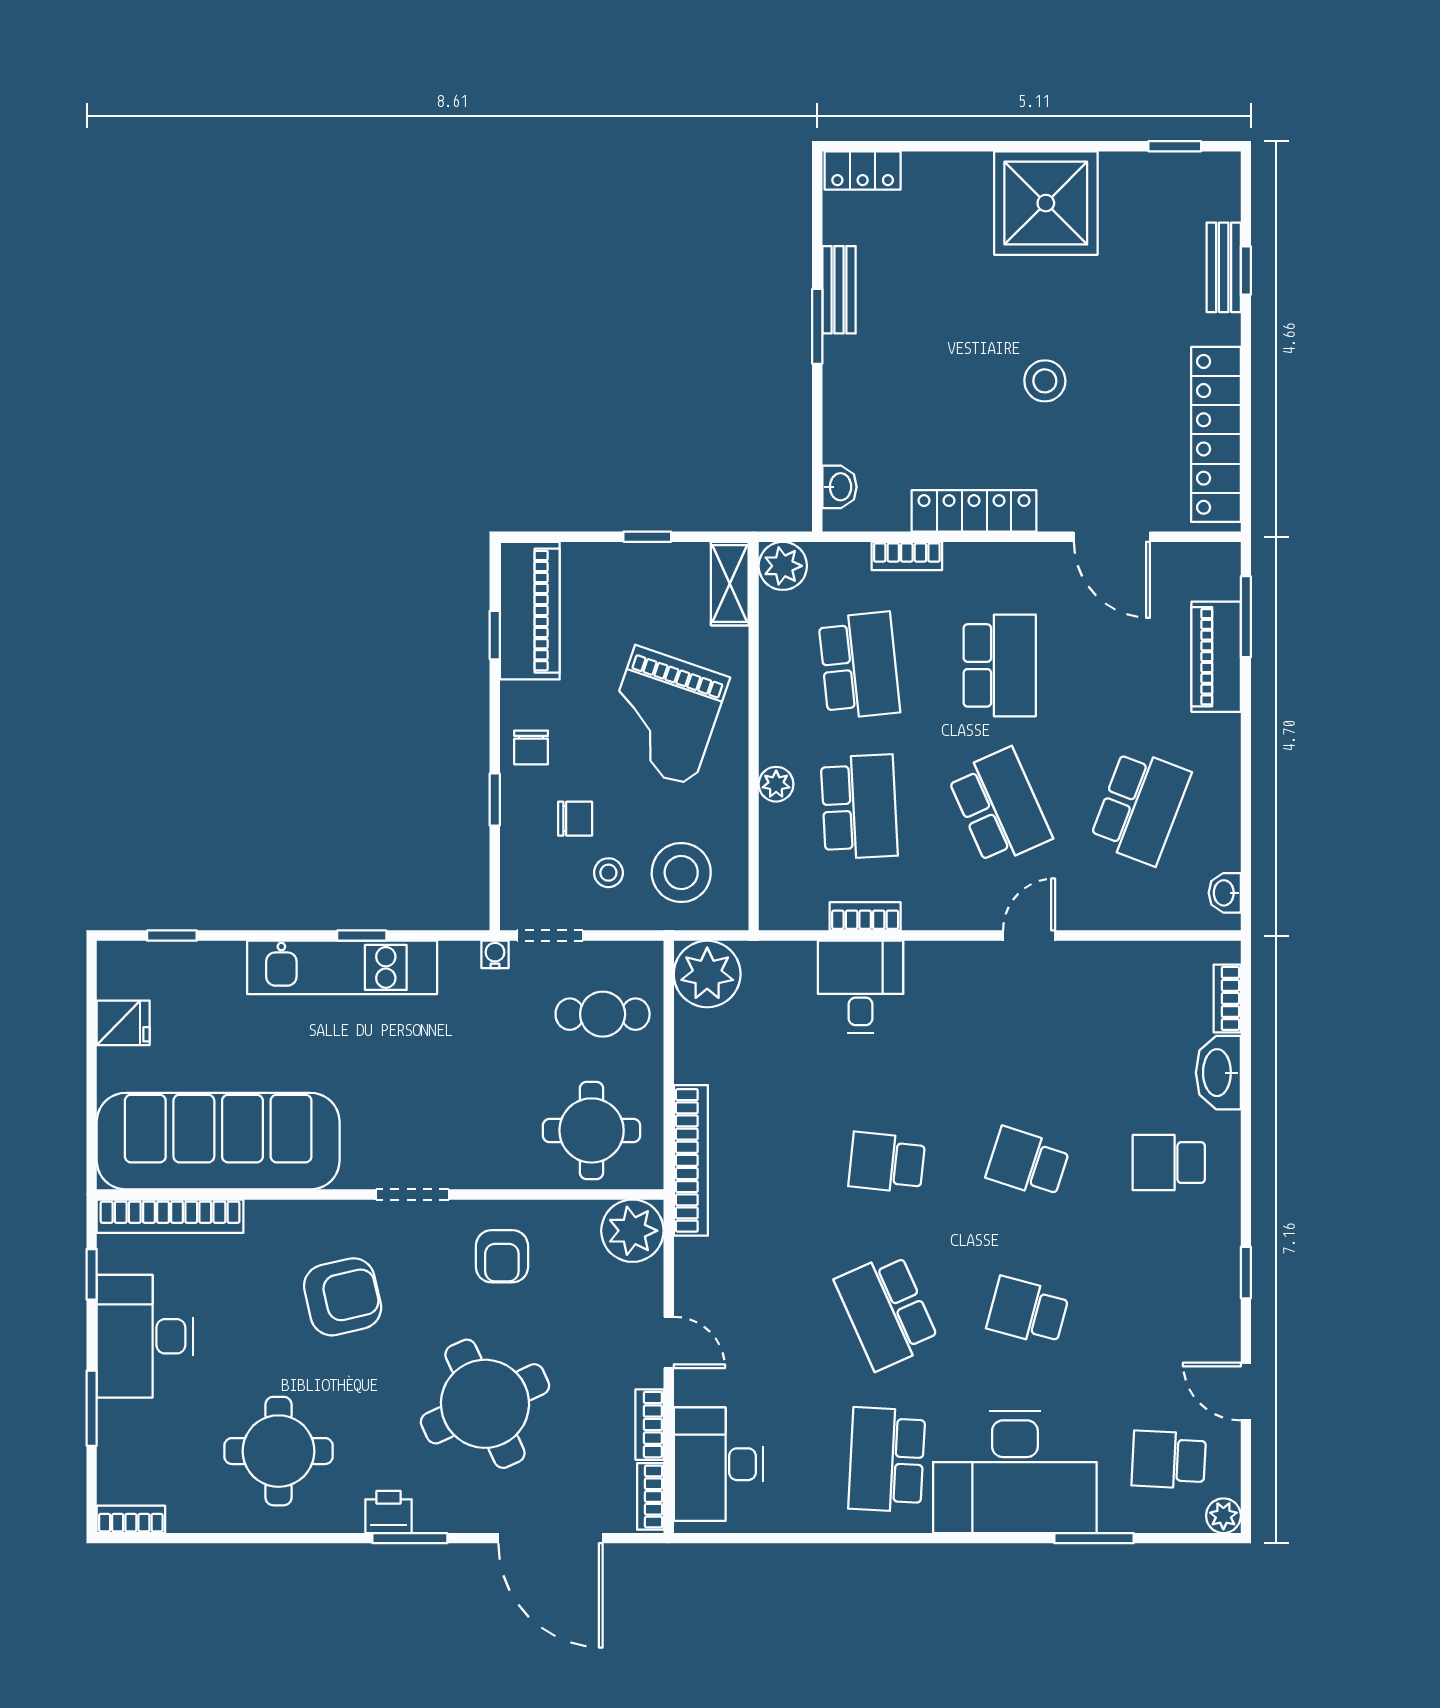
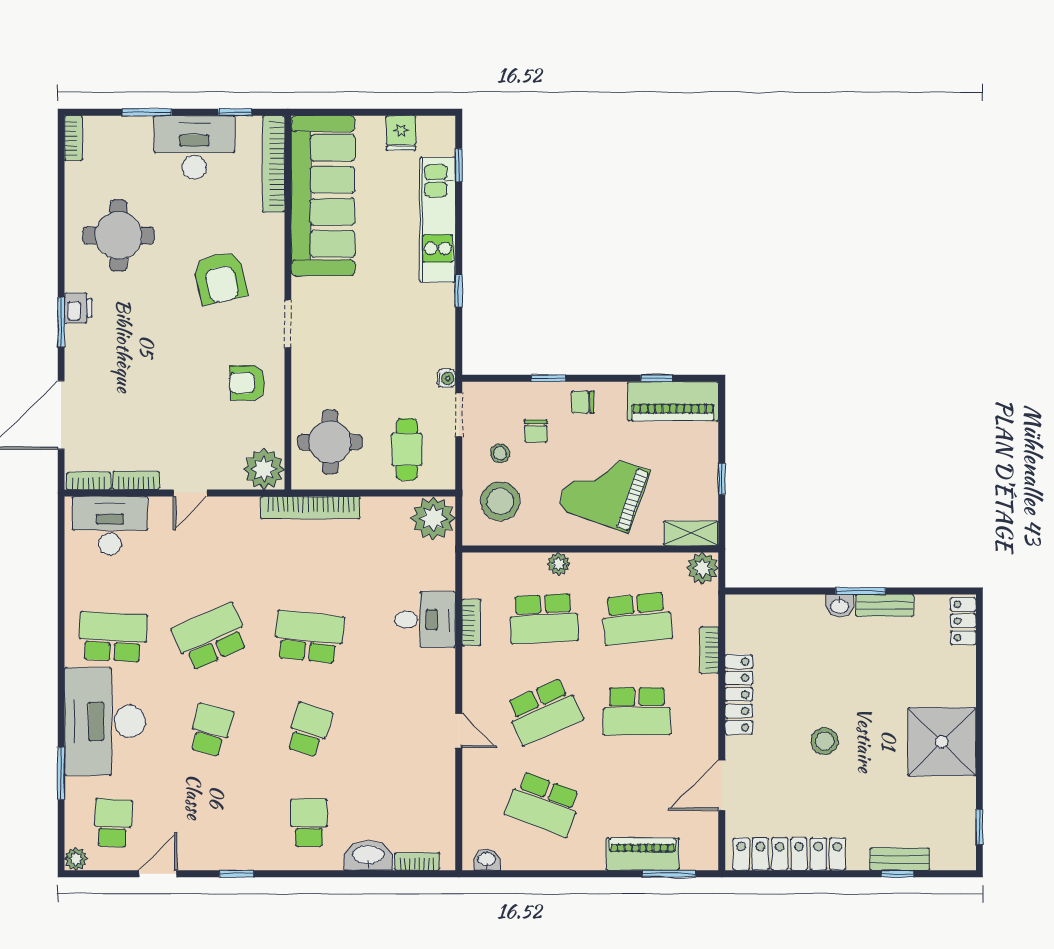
washbasin: (839, 487) -> (840, 606), moved
kitchen unit: (342, 967) -> (438, 220), moved
school desk: (887, 1163) -> (309, 637), width x1.85
round table: (485, 1404) -> (150, 372), removed

